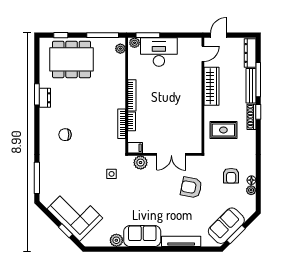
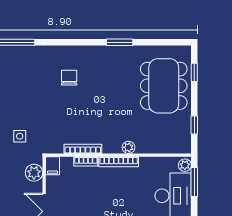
window: (103, 35) -> (194, 125), width x0.46
plant: (120, 49) -> (128, 147), moved
dresser: (45, 98) -> (115, 52), removed

